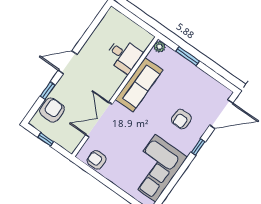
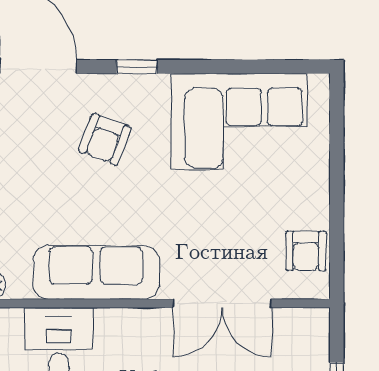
armchair: (181, 119) -> (105, 139), turned 111

